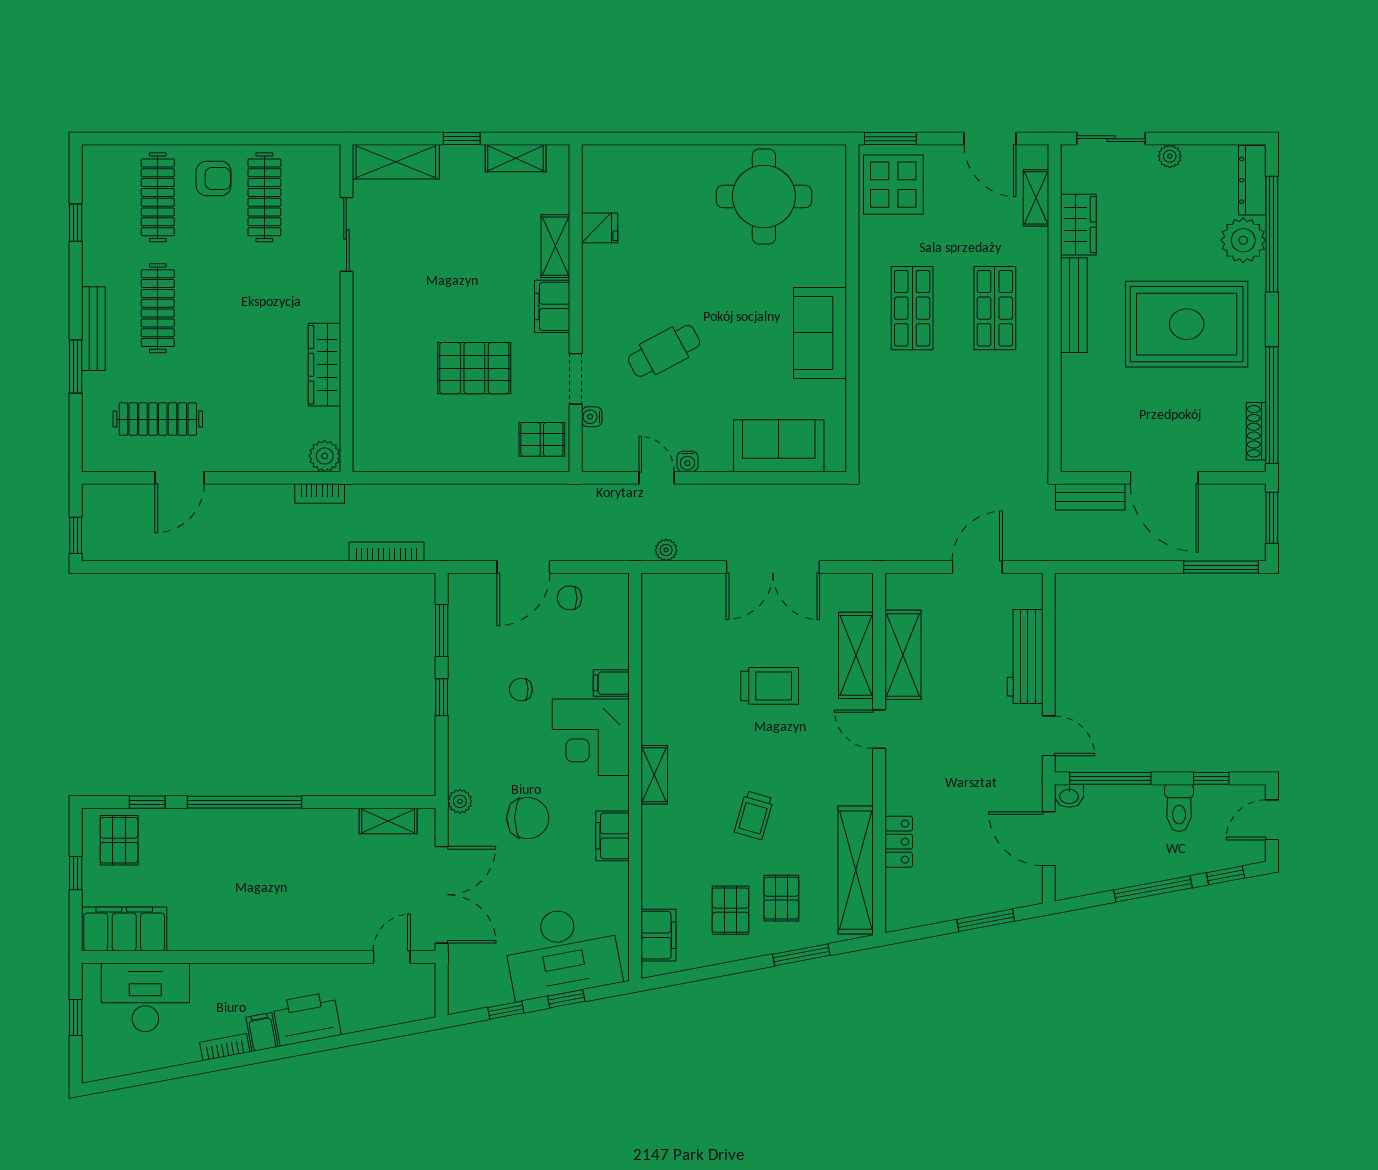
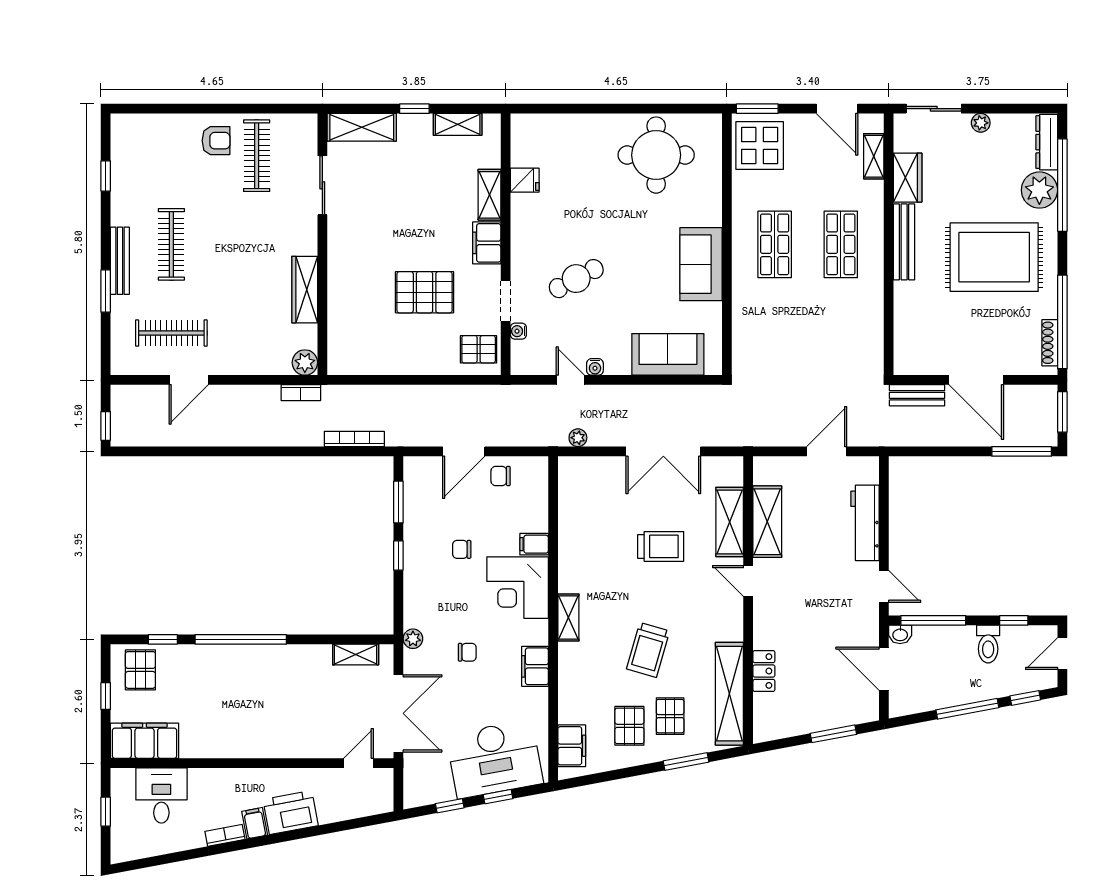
clothes rail: (158, 197) -> (171, 156), removed
trolley: (754, 815) -> (648, 650), width x1.36, depth x1.39
chair: (528, 818) -> (467, 652), width x0.54, depth x0.54
desk: (145, 997) -> (161, 795), width x0.73

